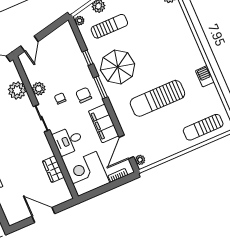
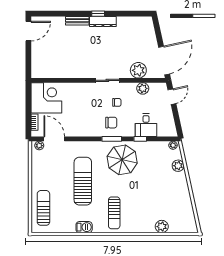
sun lounger: (109, 26) -> (114, 213), moved
door: (29, 44) -> (172, 97), swing flipped
plant: (39, 89) -> (143, 88), moved
filing cabinet: (104, 123) -> (81, 129), removed
desk: (68, 141) -> (146, 125), moved, turned 180
wardrobe: (53, 169) -> (62, 72), removed
door: (43, 215) -> (28, 31), moved

